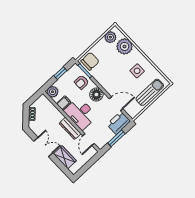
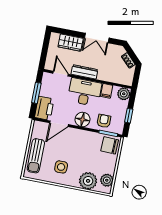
chair: (90, 61) -> (110, 145), turned 92

